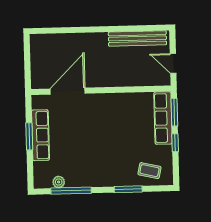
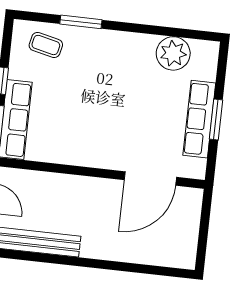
plant: (59, 182) -> (173, 53), width x1.87, depth x1.87
window: (71, 191) -> (165, 31), removed

